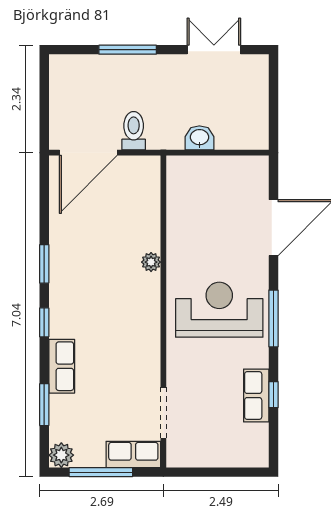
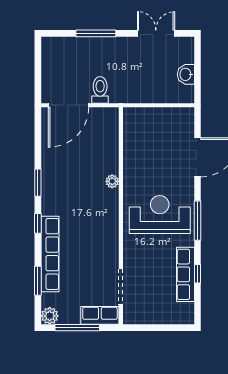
washbasin: (199, 138) -> (186, 74), moved, turned -90
row of seats: (62, 366) -> (50, 254), width x2.02
row of seats: (256, 396) -> (185, 274), width x1.48

